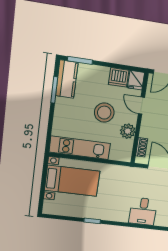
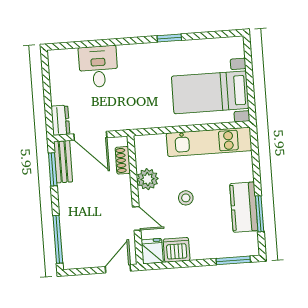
kitchen counter: (67, 79) -> (244, 207), moved
stool: (104, 113) -> (186, 198), width x0.53, depth x0.53

